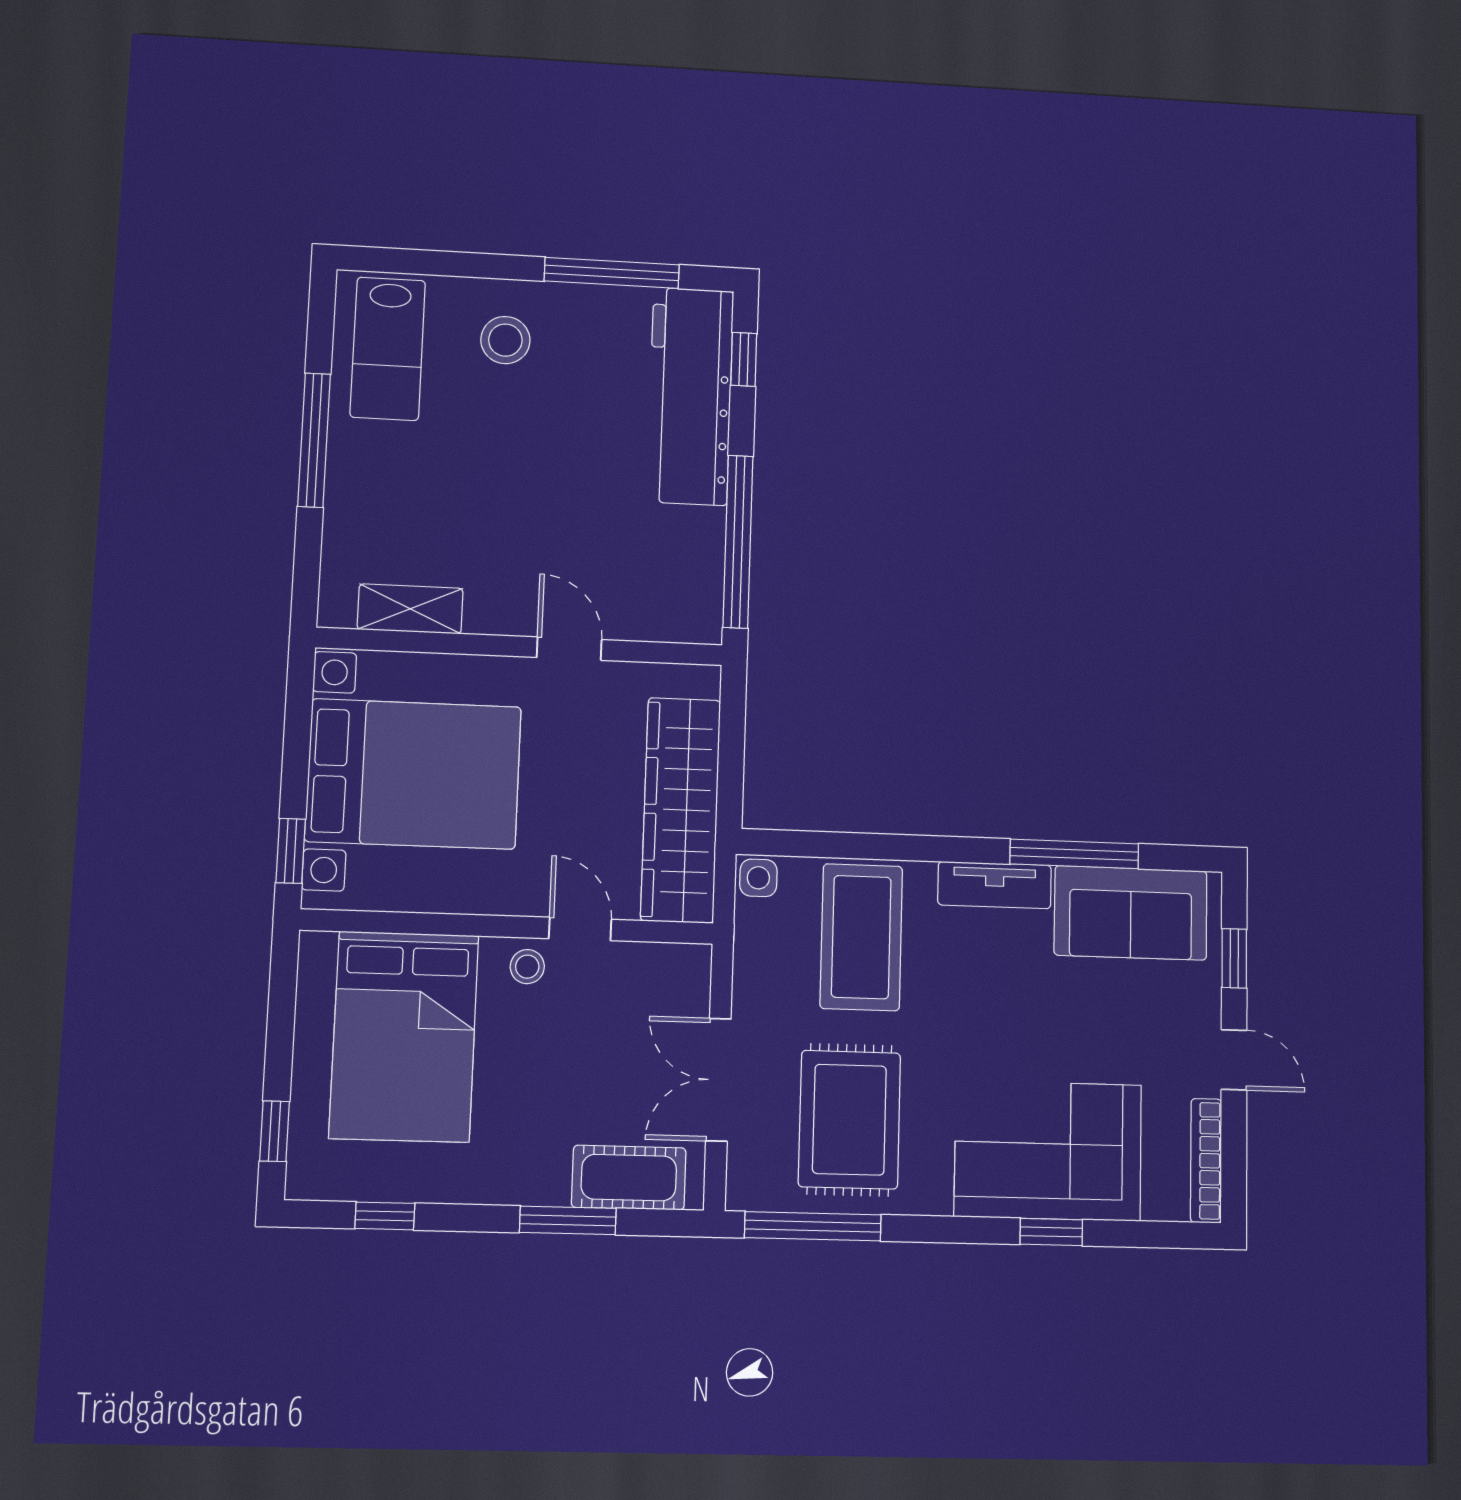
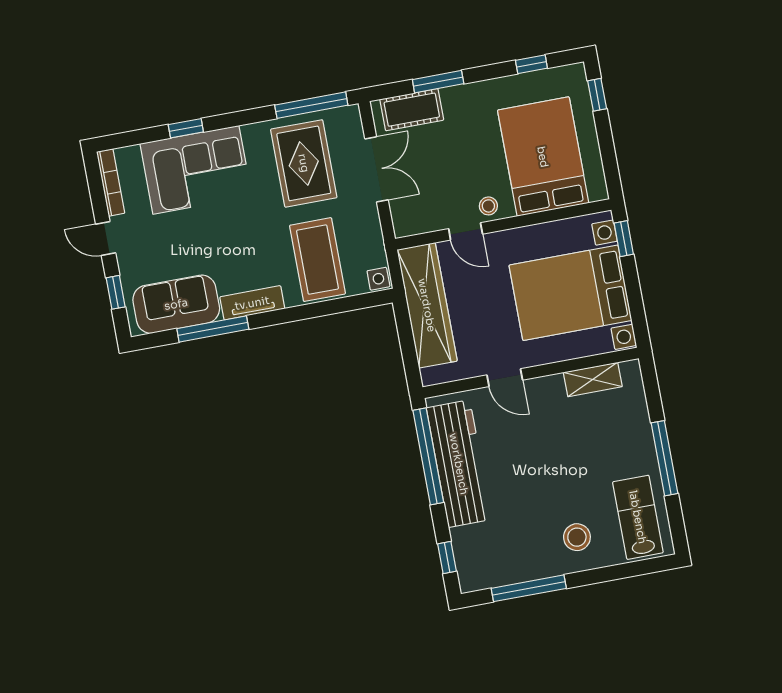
workbench: (690, 396) -> (459, 464), moved

